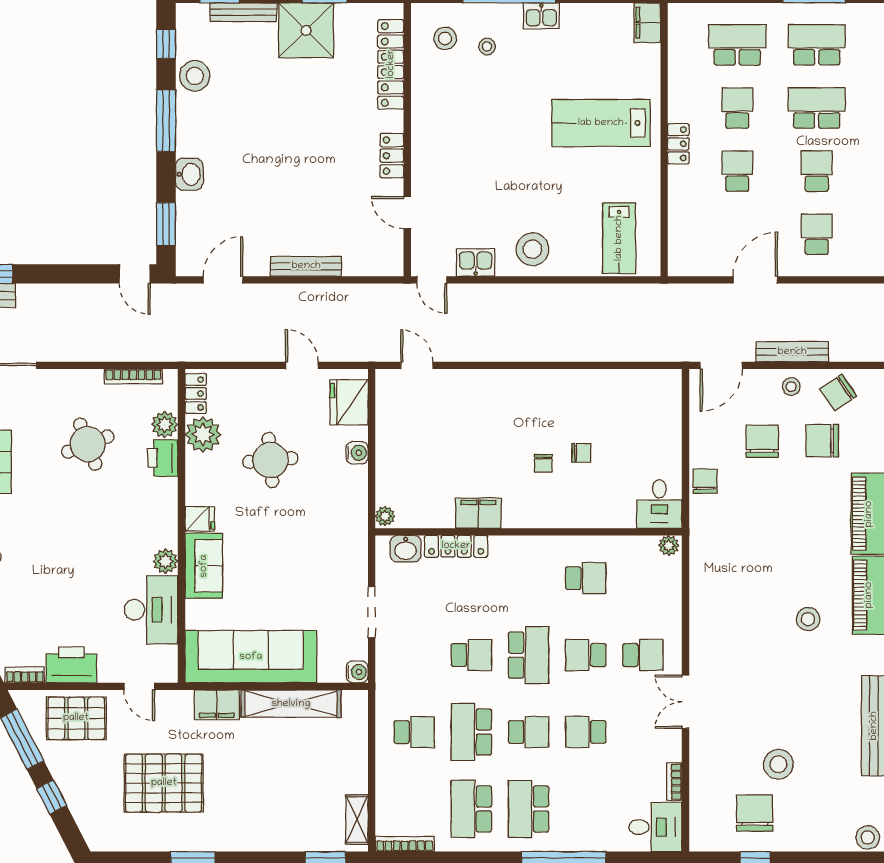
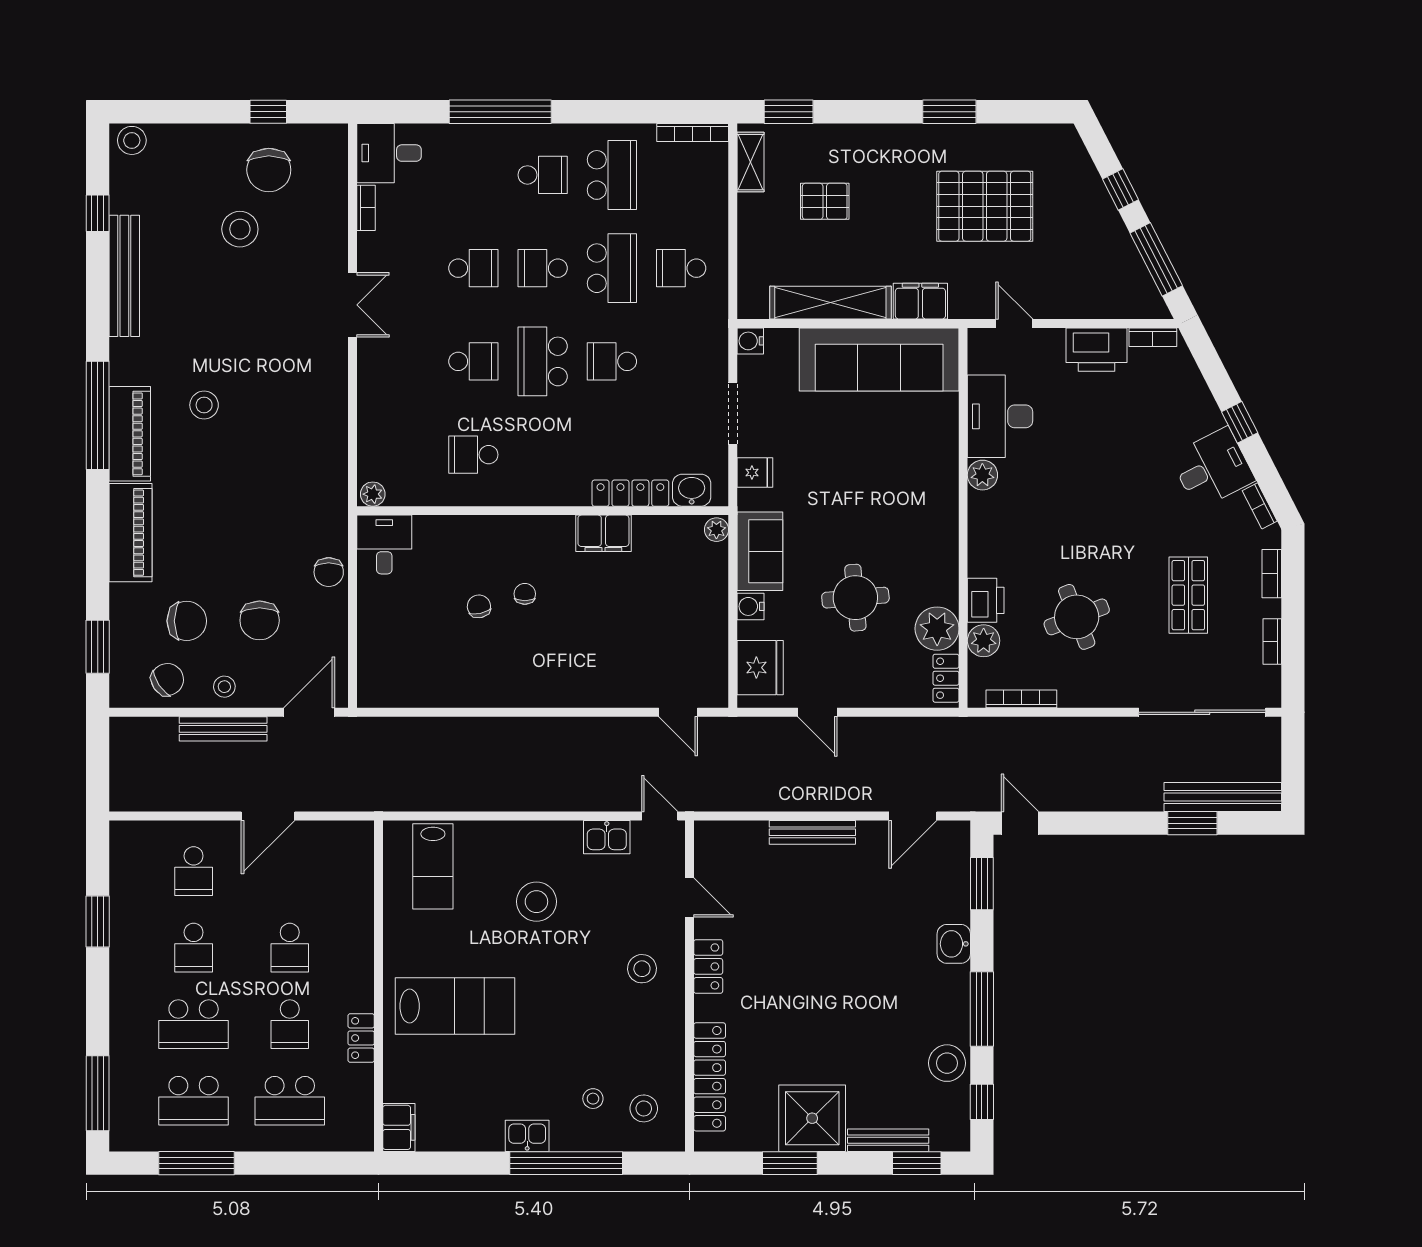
locker: (678, 144) -> (361, 1038), moved
stool: (447, 154) -> (642, 969), added
lab bench: (619, 238) -> (433, 866), turned 180
stool: (532, 249) -> (536, 902), moved
chair: (581, 453) -> (479, 606), turned 78
fridge: (200, 519) -> (755, 473), moved, turned 180
sofa: (204, 566) -> (760, 551), moved, turned 180
school desk: (643, 655) -> (404, 361), removed
pallet: (76, 718) -> (825, 201), moved, width x0.67, depth x0.71
school desk: (529, 809) -> (543, 175), width x0.54

